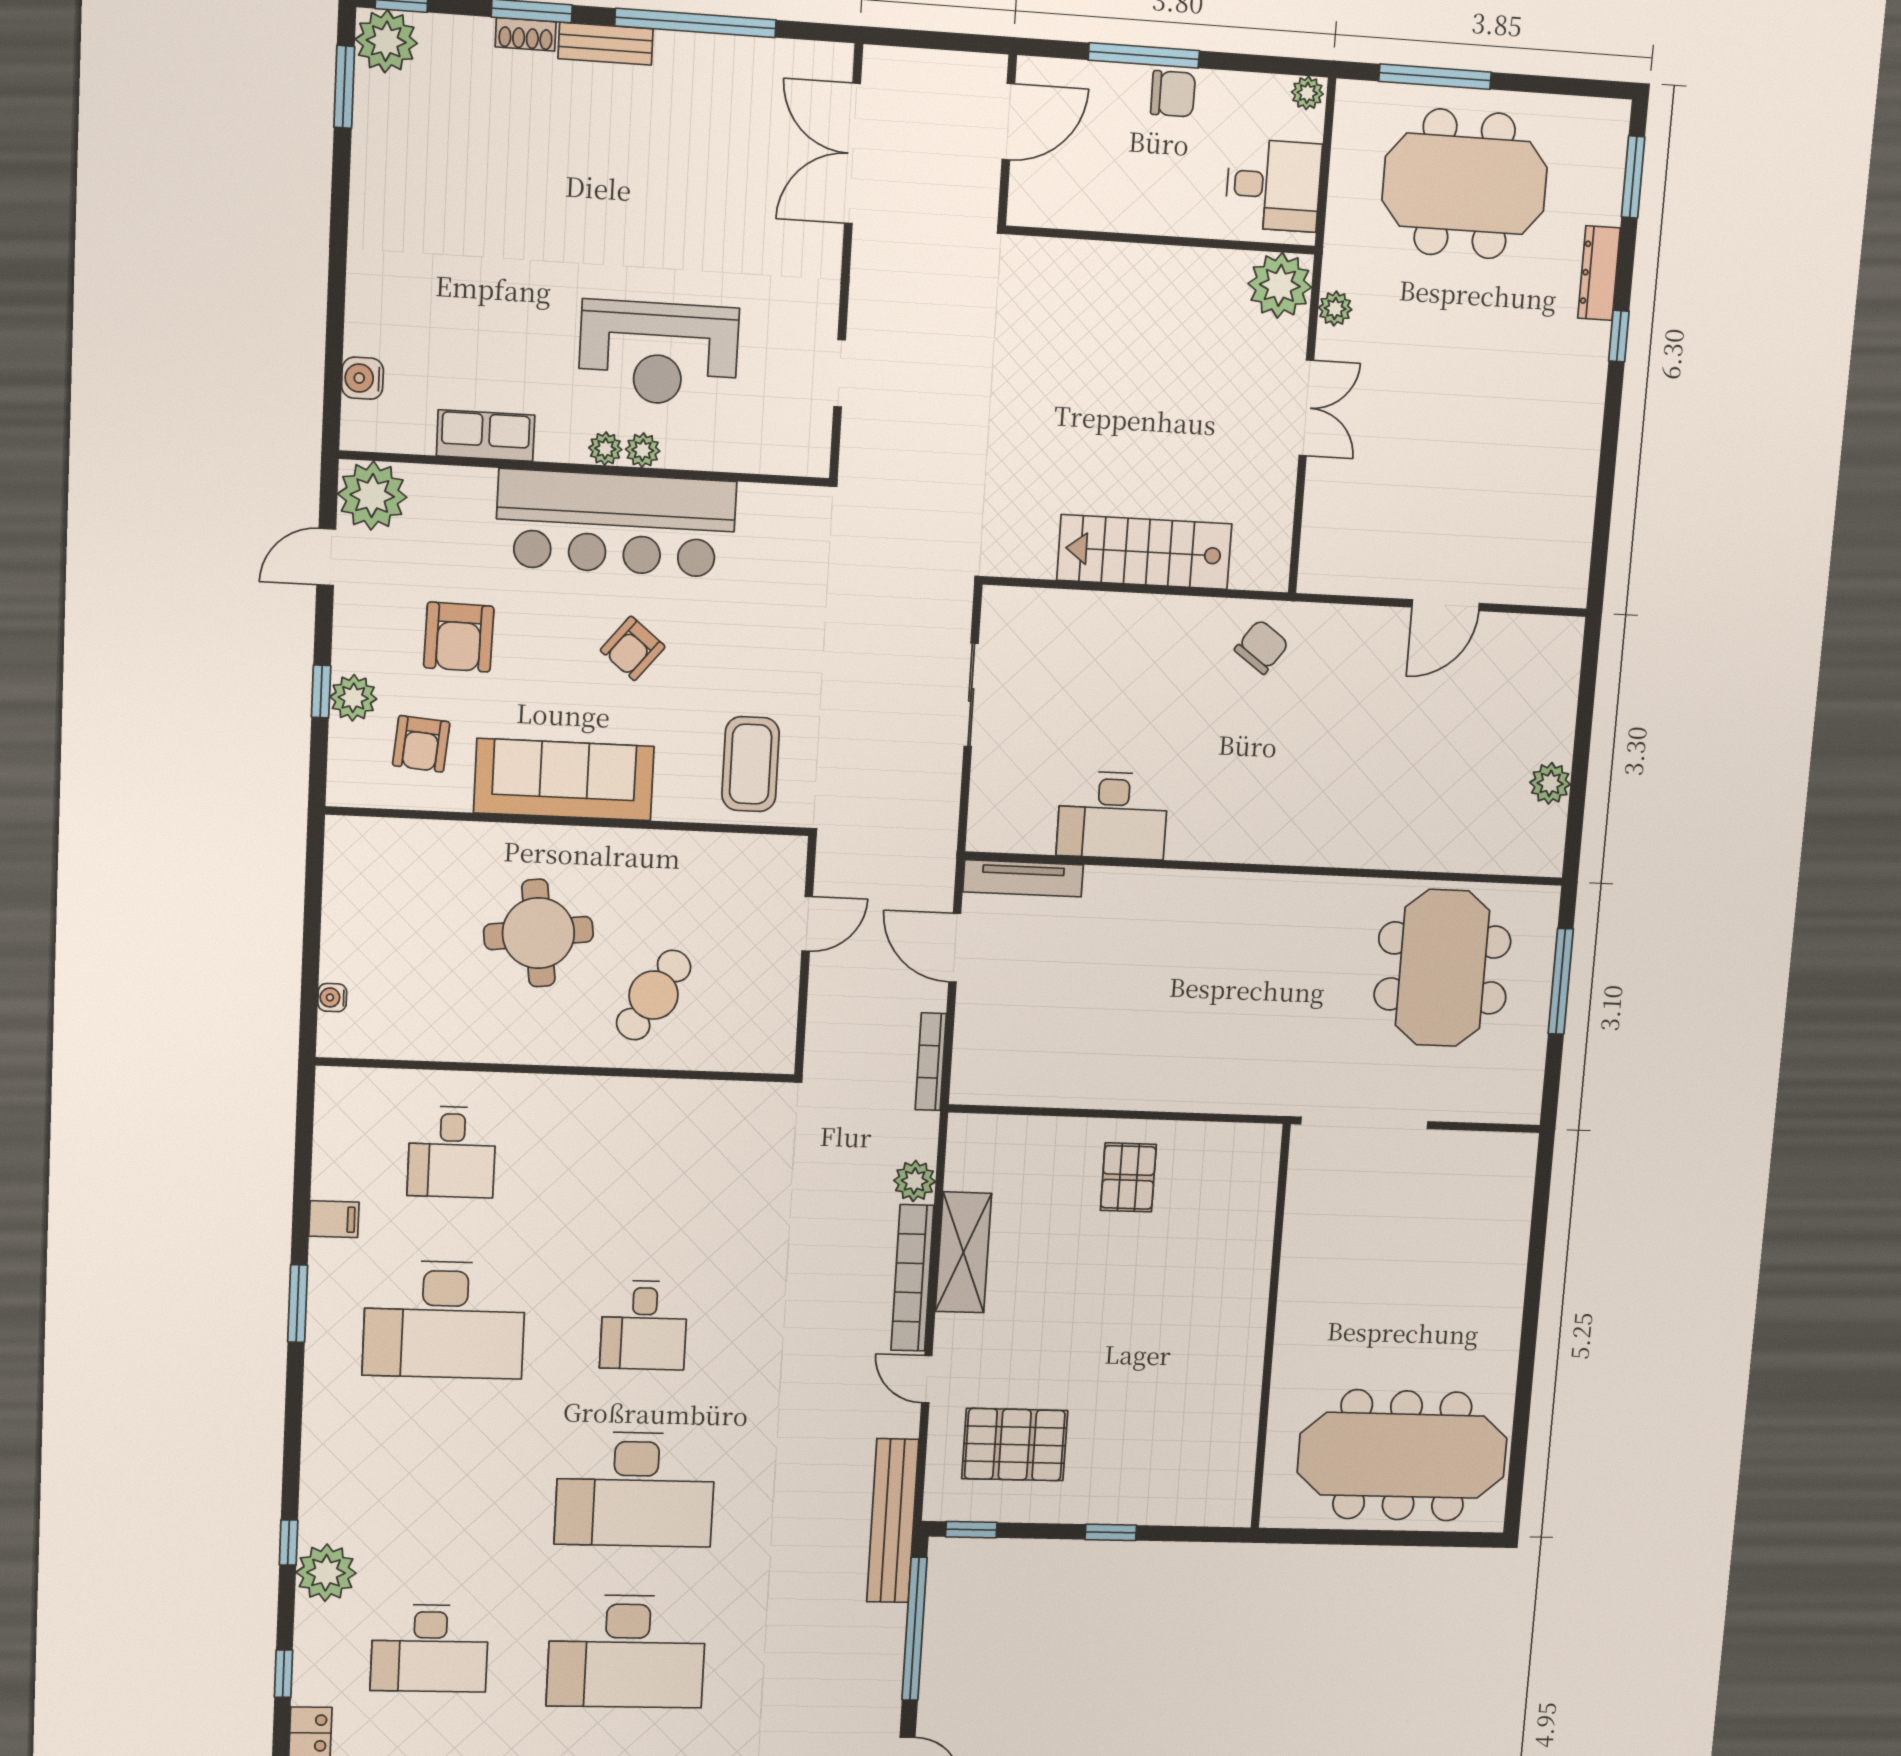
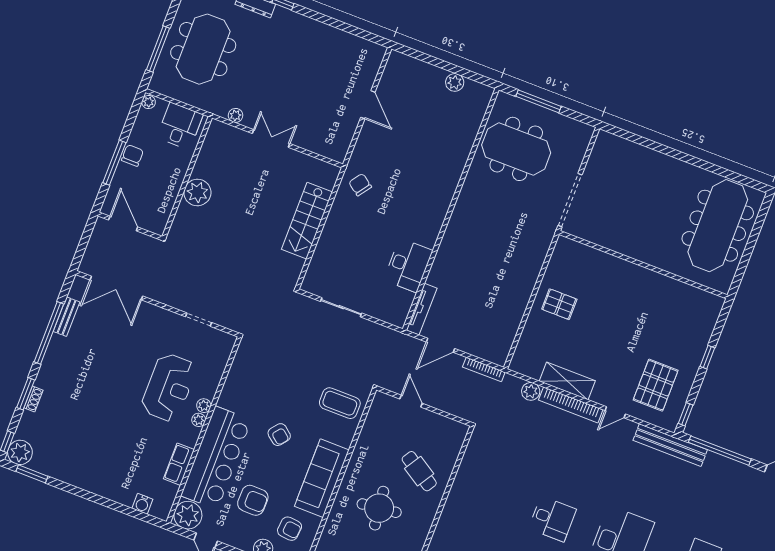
bench: (606, 44) -> (67, 317), moved
plant: (1280, 285) -> (197, 192), moved
bar counter: (616, 523) -> (216, 458), moved

